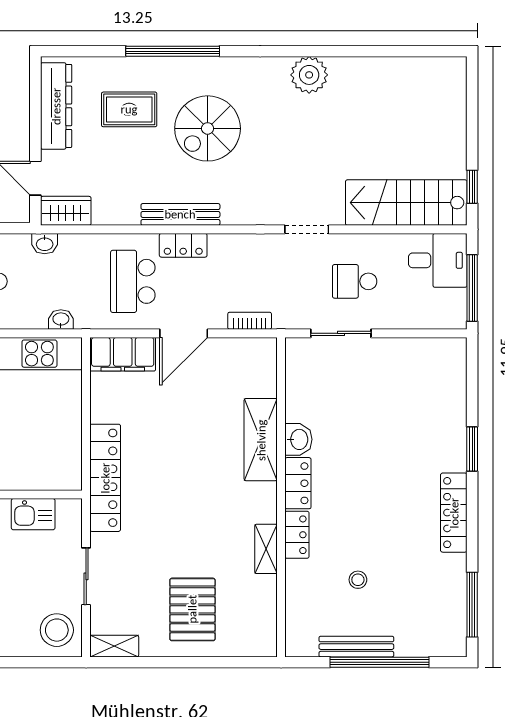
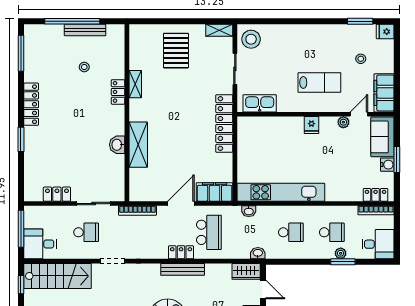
bookcase: (250, 321) -> (137, 210), width x1.56
locker: (298, 483) -> (57, 194), moved, turned 90
kitchen sink: (33, 514) -> (260, 103), width x1.38

